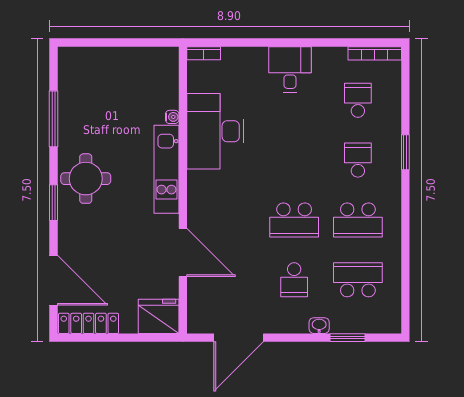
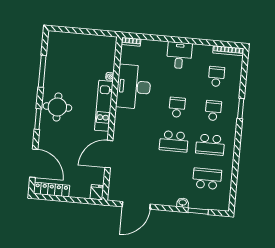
door: (183, 252) -> (109, 154), swing flipped
school desk: (294, 280) -> (177, 107), moved, turned 180
fridge: (159, 316) -> (97, 192), width x0.53, depth x0.75

